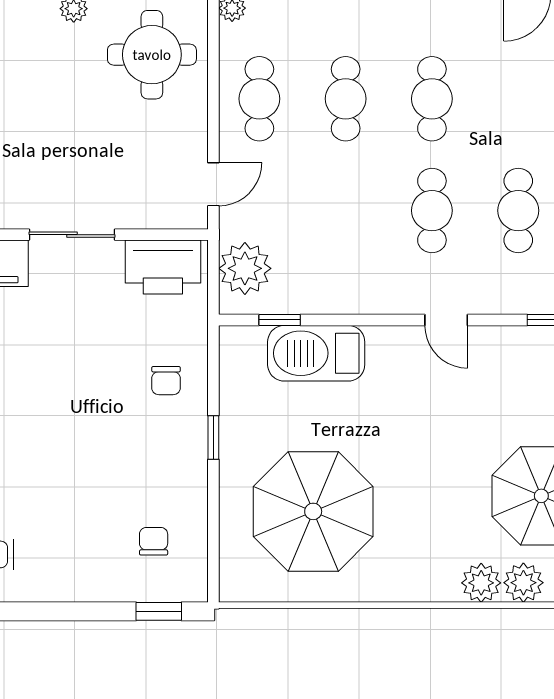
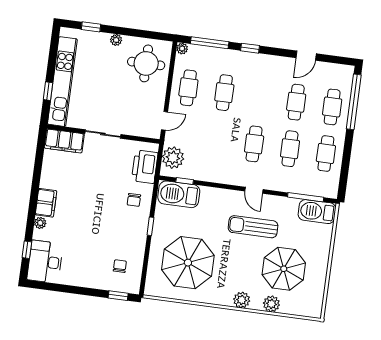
cafe table: (432, 99) -> (296, 102), moved
printer: (163, 267) -> (145, 167), moved, turned 90
barbecue: (316, 353) -> (179, 194), moved
sun lounger: (456, 406) -> (253, 227), added
plant: (481, 583) -> (242, 300), moved

